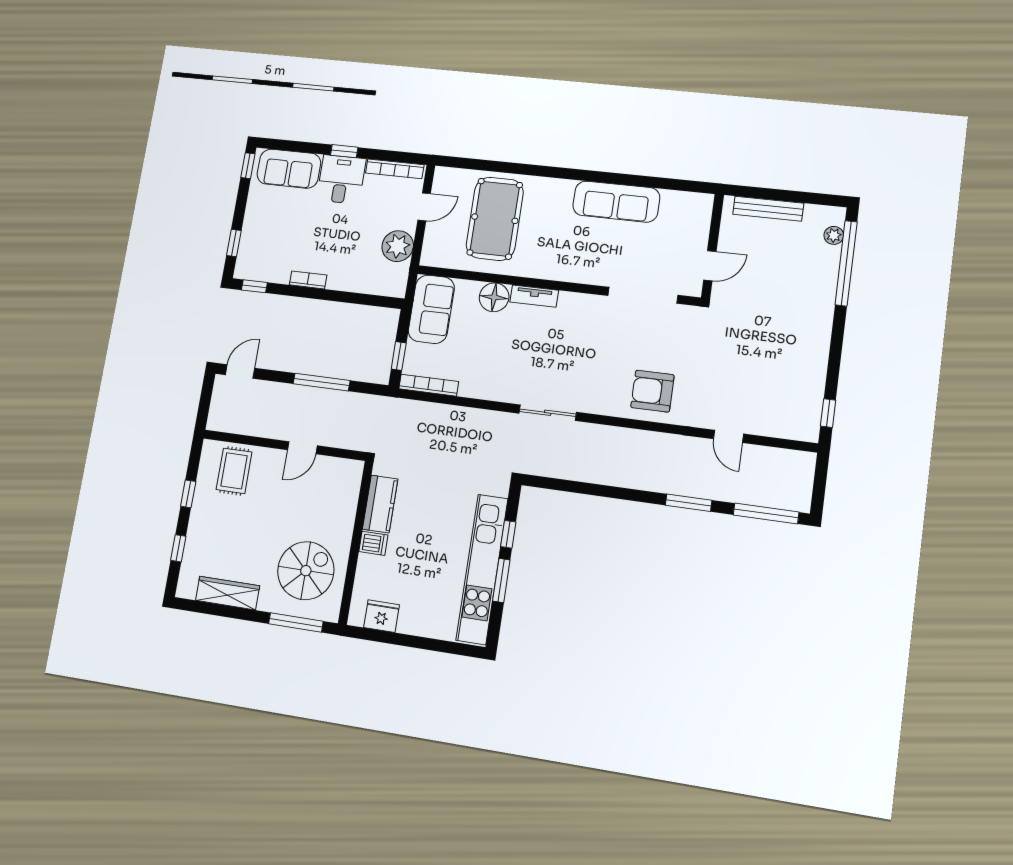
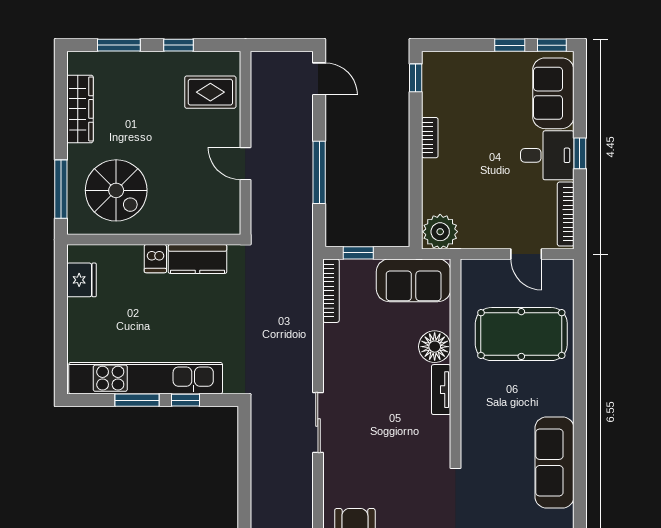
window: (234, 243) -> (510, 45), moved
plant: (398, 246) -> (440, 232), moved
window: (178, 548) -> (119, 45), width x1.50

